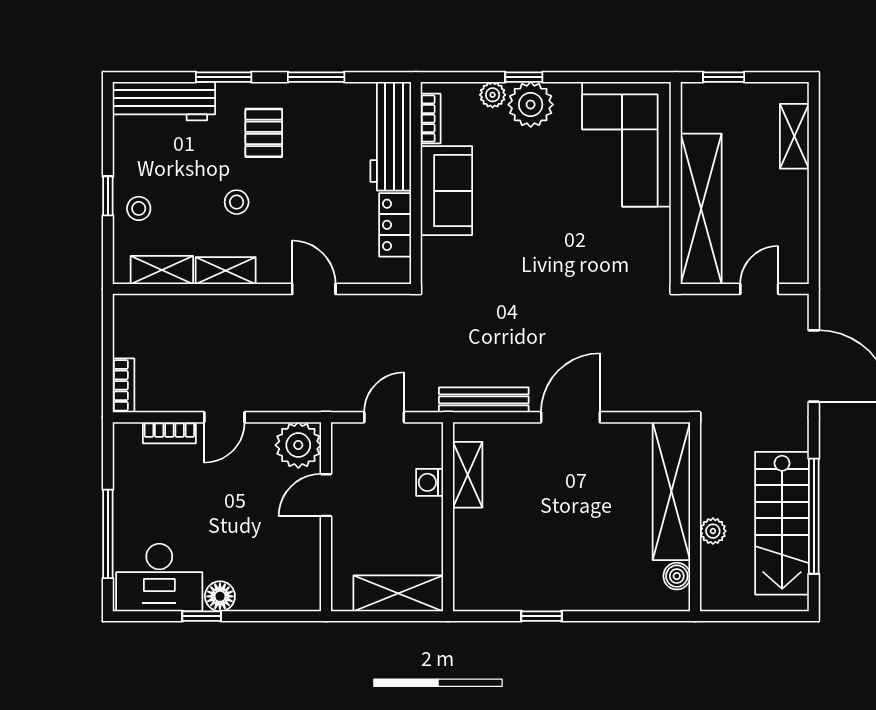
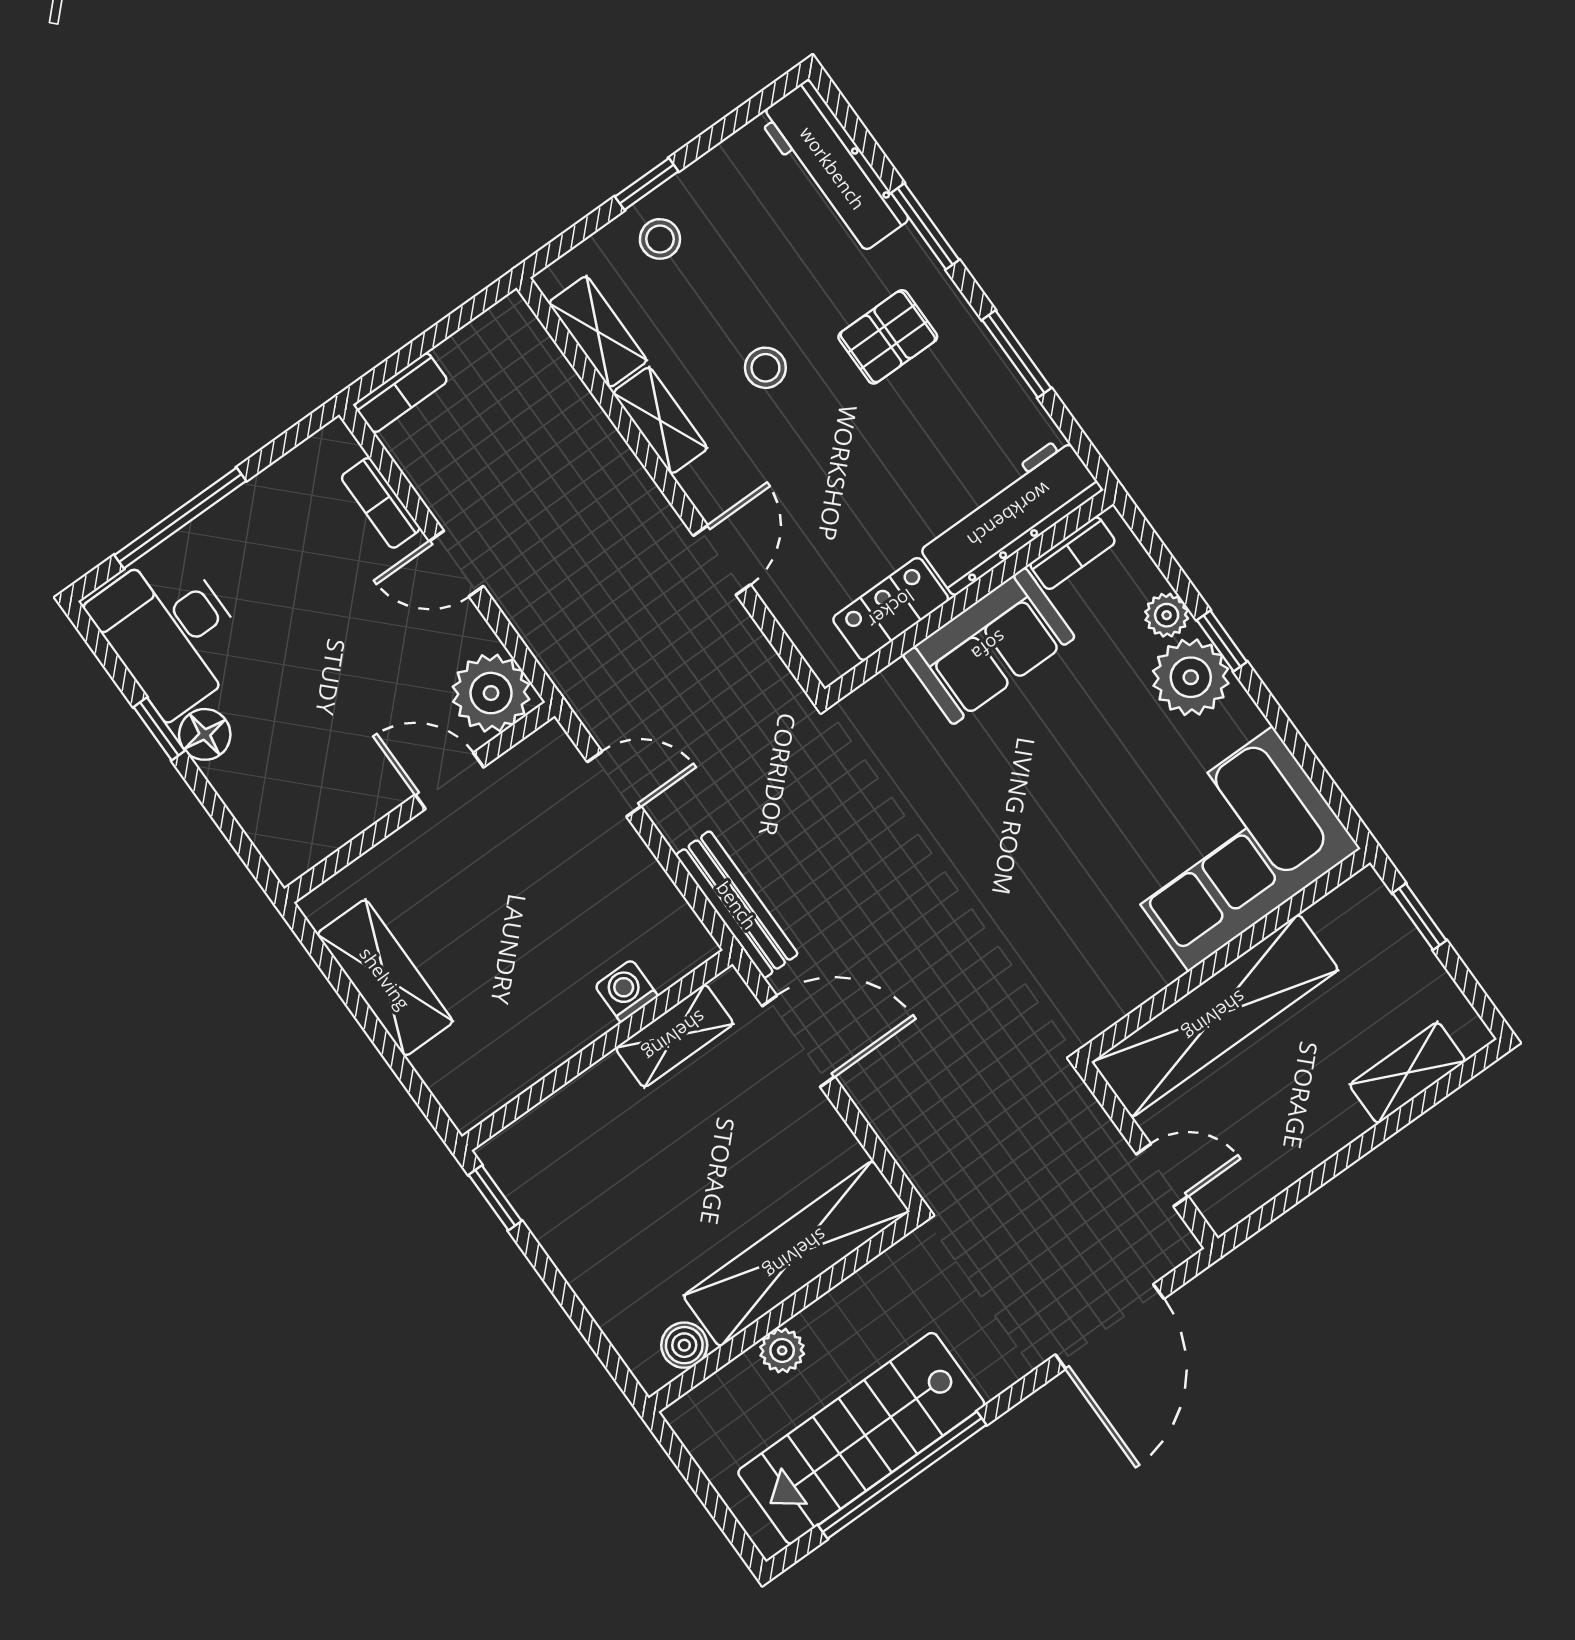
shelving: (468, 475) -> (675, 1036), moved
washing machine: (430, 482) -> (626, 991), moved
wall: (448, 517) -> (597, 1050), moved

